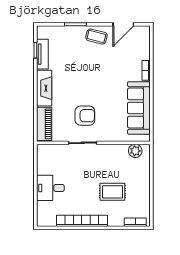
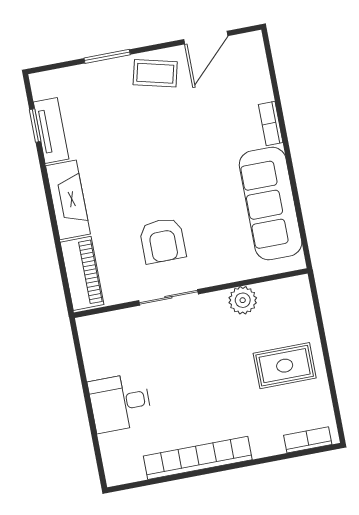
armchair: (85, 116) -> (163, 240), turned 90
plant: (135, 151) -> (243, 300), moved
rug: (112, 192) -> (285, 366), moved

